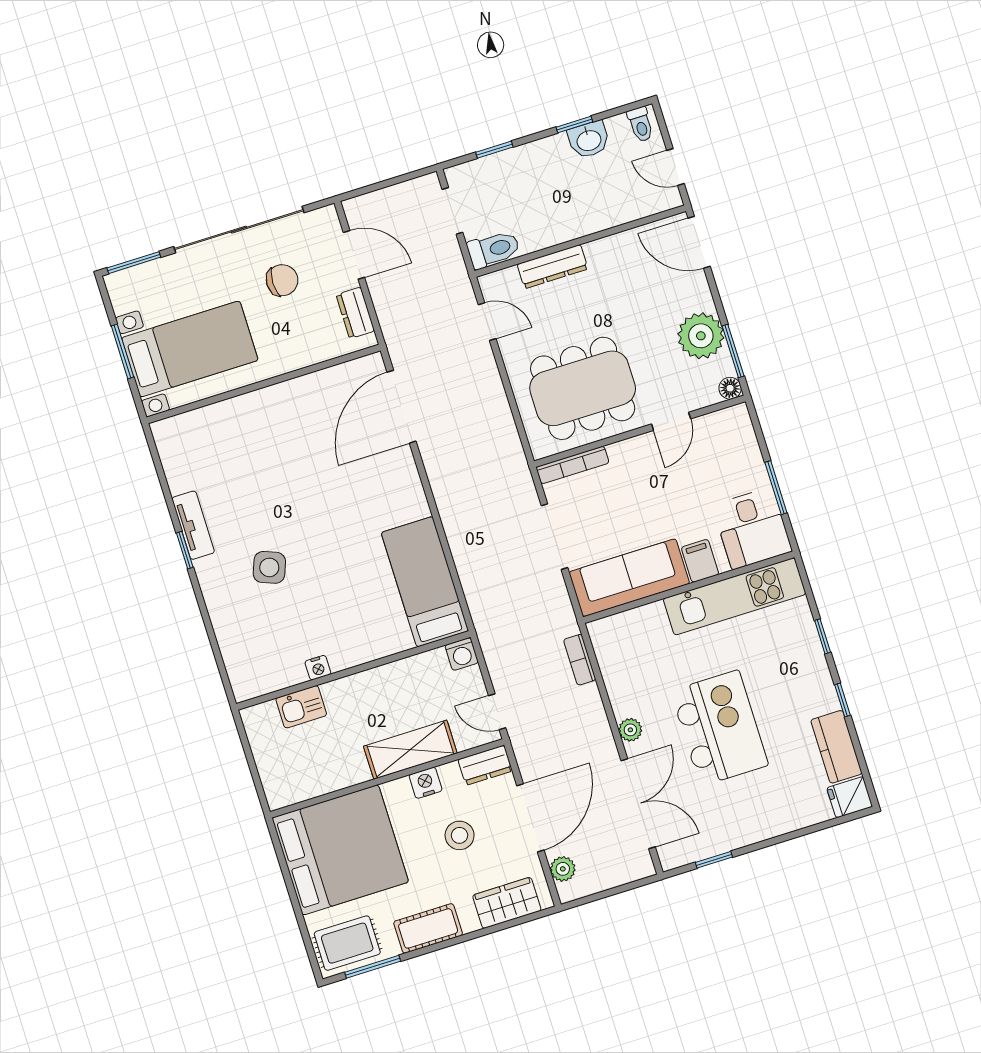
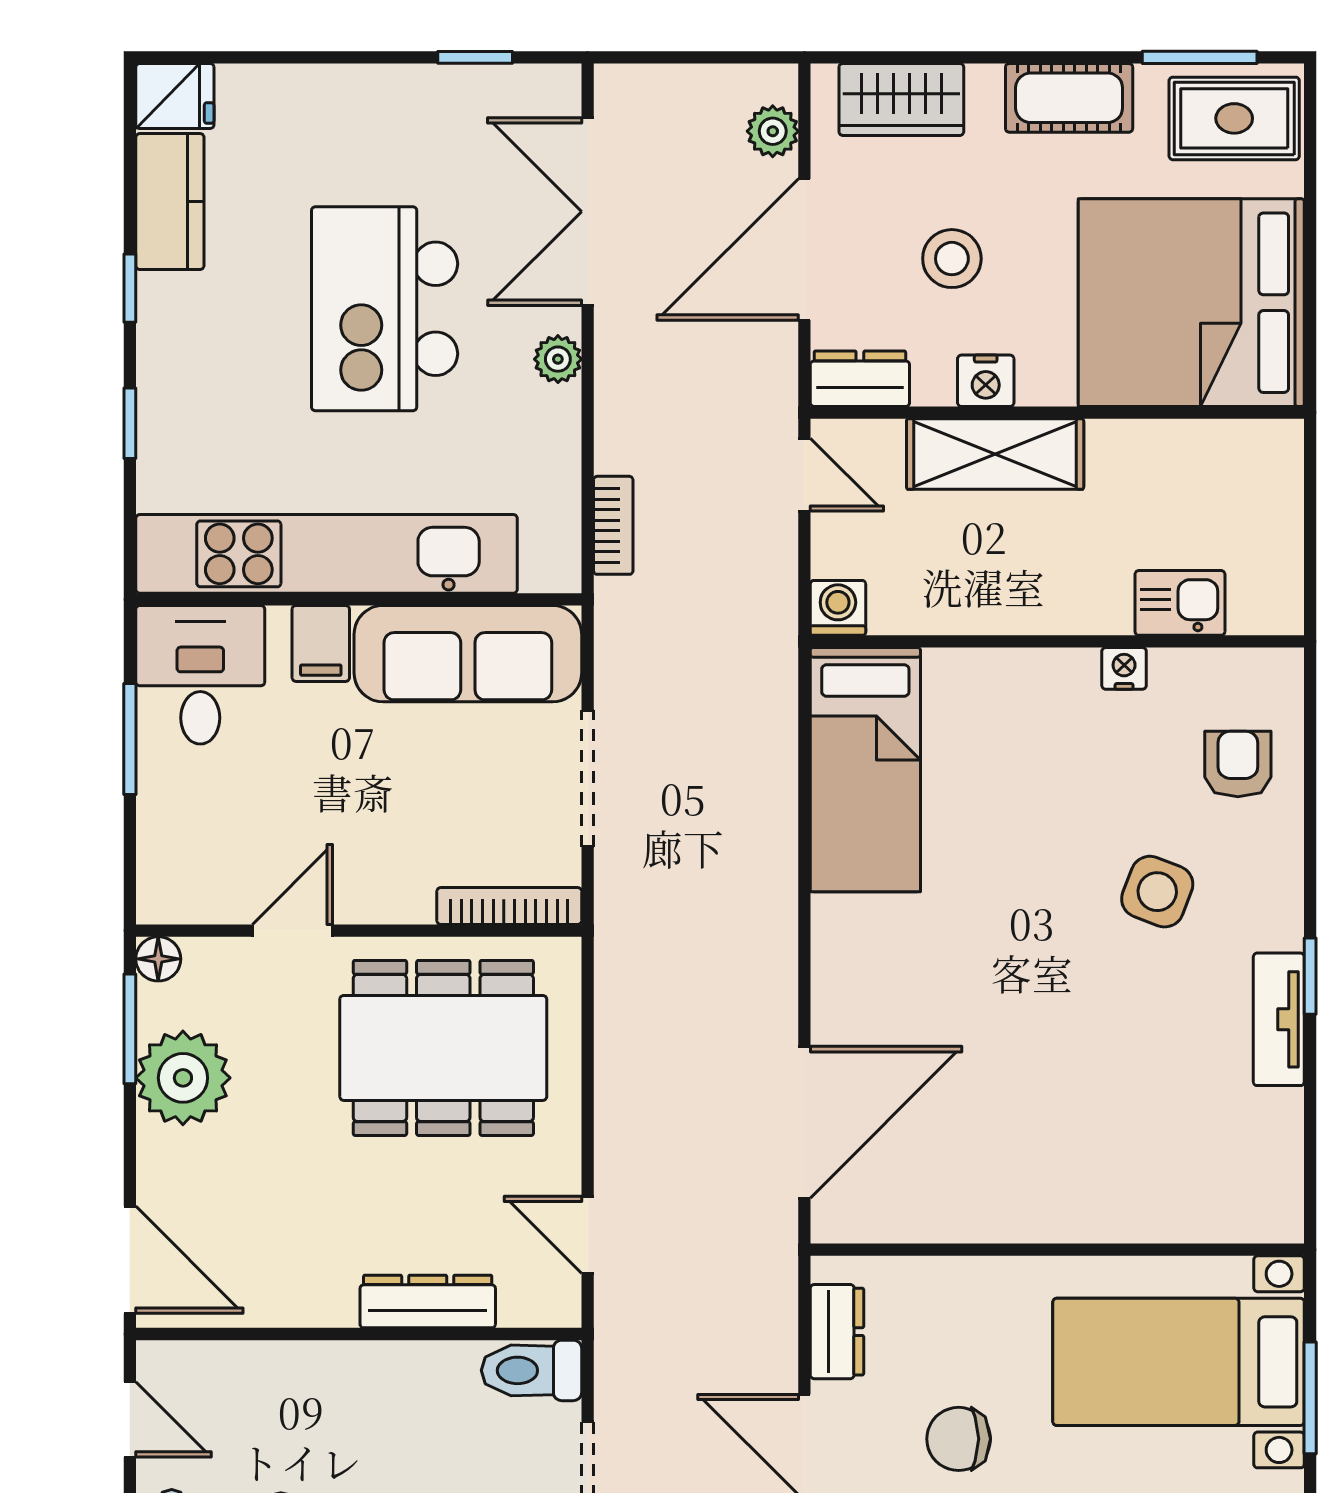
kitchen unit: (735, 596) -> (327, 554), width x1.36
armchair: (250, 639) -> (1238, 764), added

